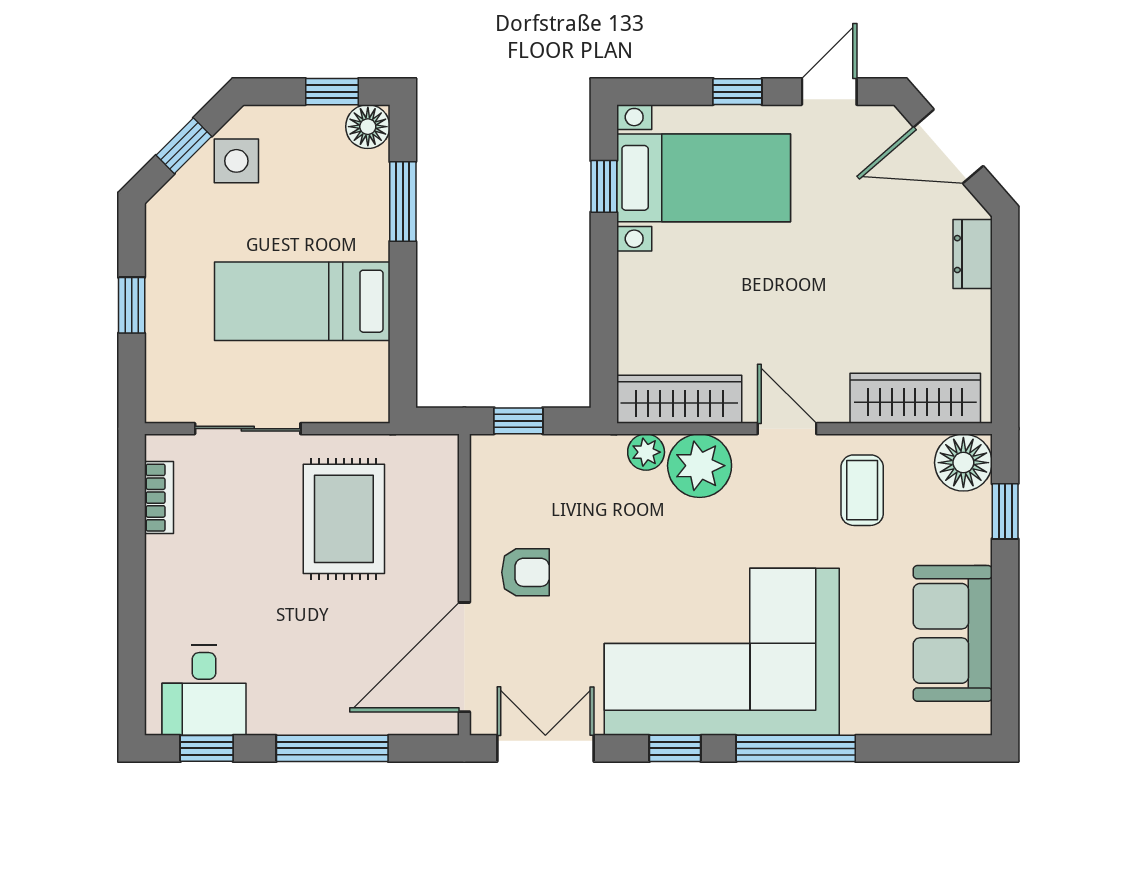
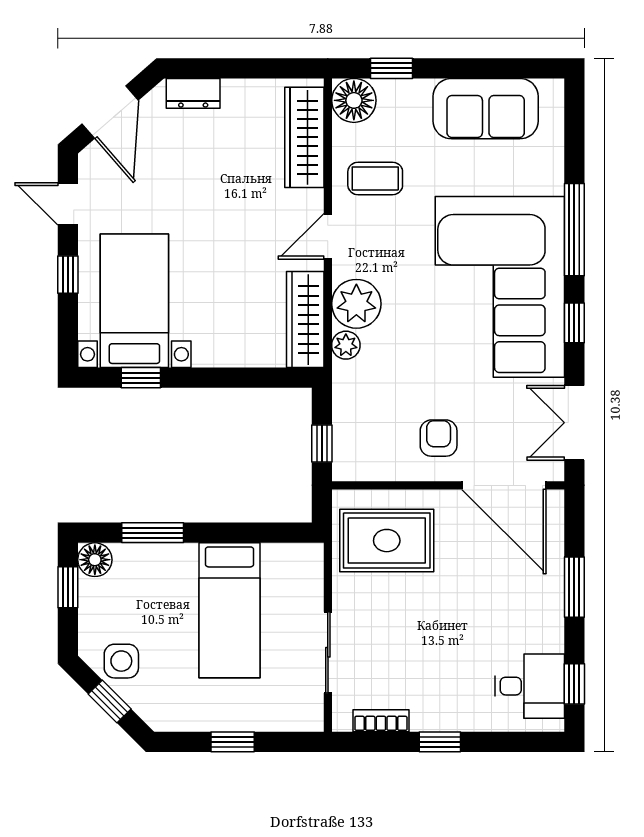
rug: (344, 519) -> (387, 541), moved
window: (132, 574) -> (440, 742), added
window: (332, 748) -> (574, 587), width x0.69

